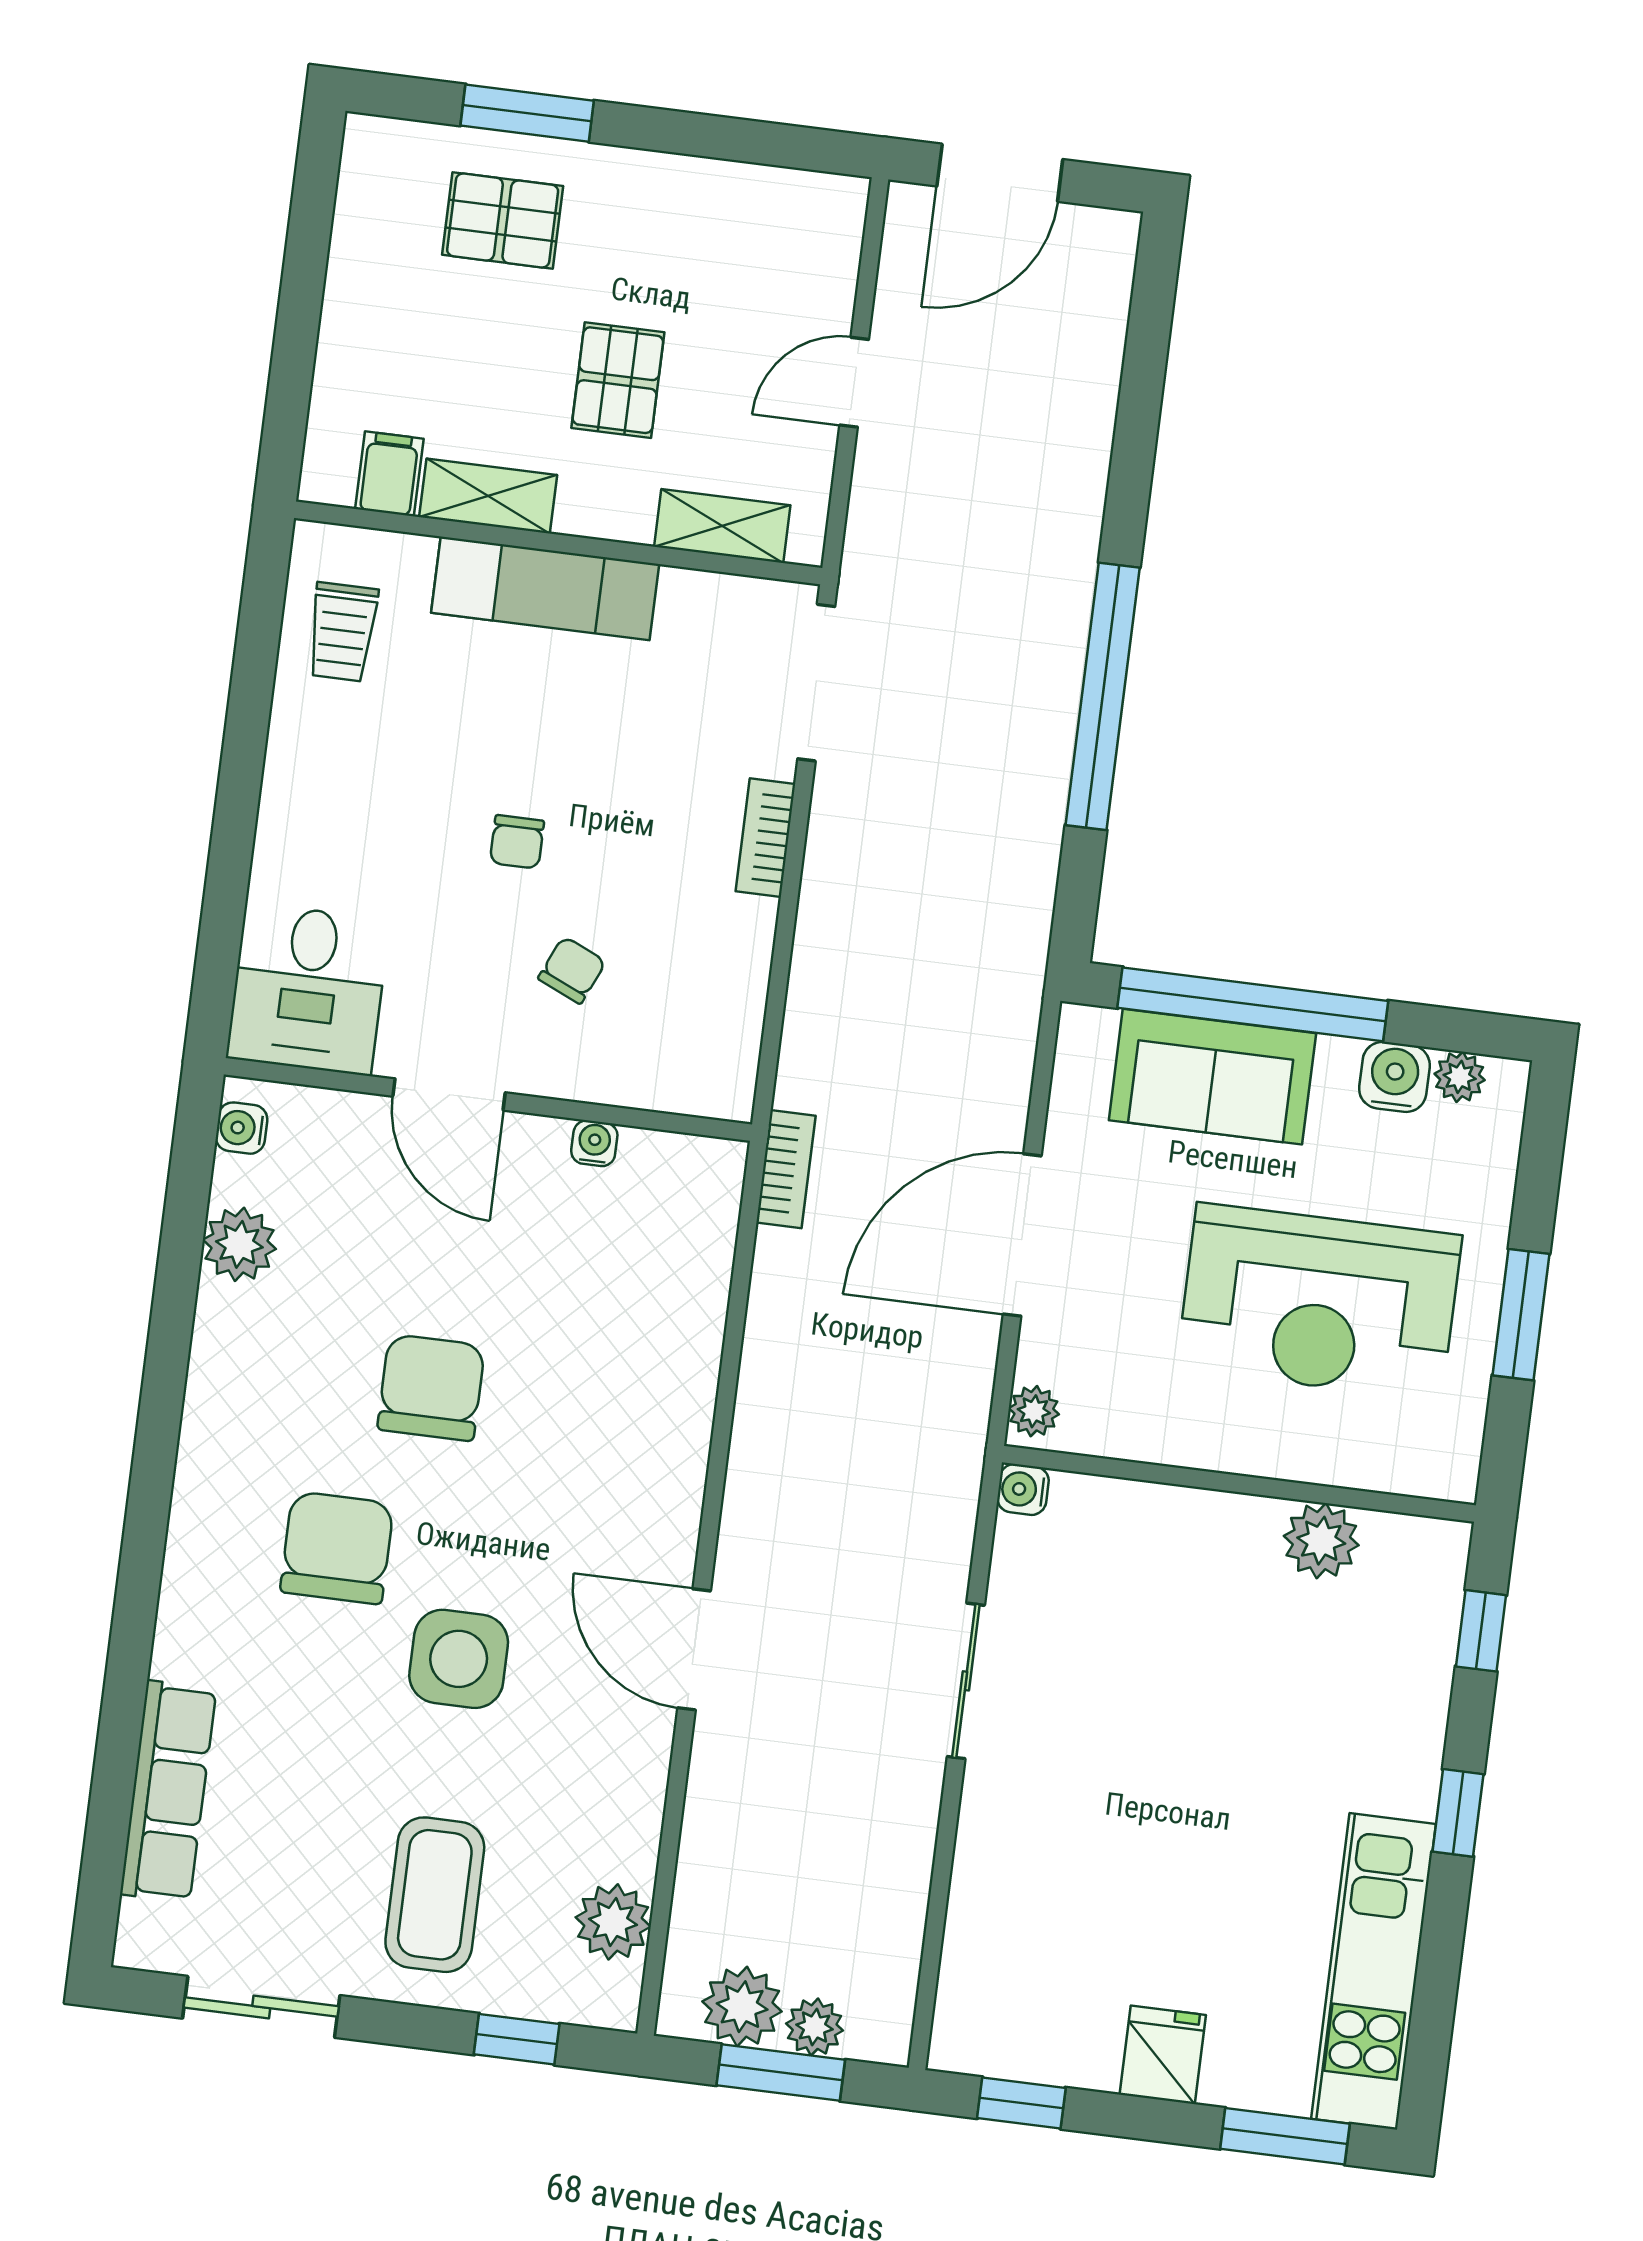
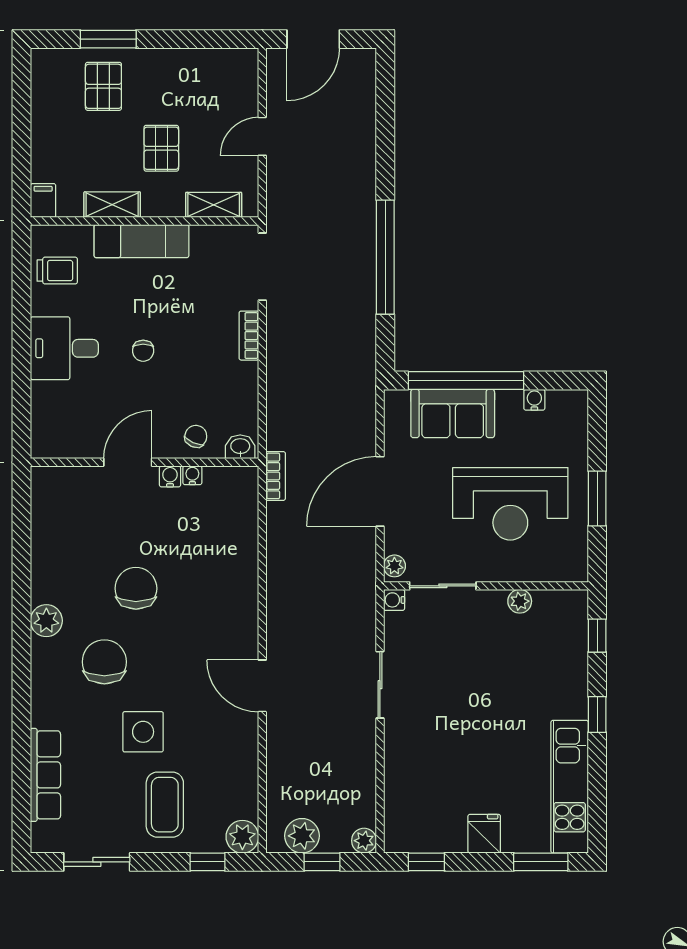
pallet: (503, 220) -> (103, 86), turned 90
filing cabinet: (389, 474) -> (43, 201), moved
trolley: (342, 632) -> (57, 271), turned -90
chair: (572, 970) -> (196, 436), moved
desk: (308, 989) -> (64, 348), moved, turned 90
water cooler: (1394, 1077) -> (534, 400), width x0.72, depth x0.72
plant: (1460, 1077) -> (558, 400), removed
washbasin: (713, 1092) -> (240, 447), added
door: (449, 1094) -> (128, 462), swing flipped
water cooler: (242, 1128) -> (170, 476), moved, turned 90
plant: (239, 1244) -> (46, 621), moved
sliding door: (1139, 1471) -> (443, 586), added
plant: (1321, 1541) -> (520, 601), width x0.73, depth x0.73
side table: (459, 1659) -> (143, 732), moved
plant: (613, 1922) -> (242, 837), moved
plant: (815, 2027) -> (364, 841), moved
window: (781, 2073) -> (322, 862), width x0.67

